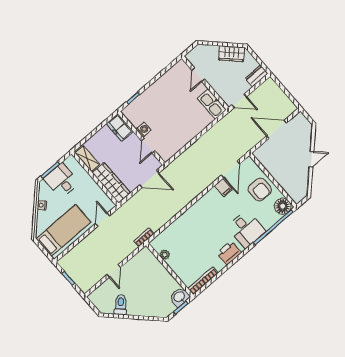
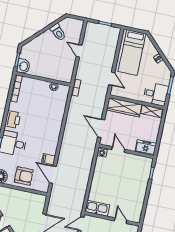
washing machine: (143, 130) -> (102, 152), moved
door: (149, 179) -> (101, 128), hinge flipped
desk: (61, 181) -> (156, 94), moved
armchair: (260, 189) -> (24, 176), turned 180

